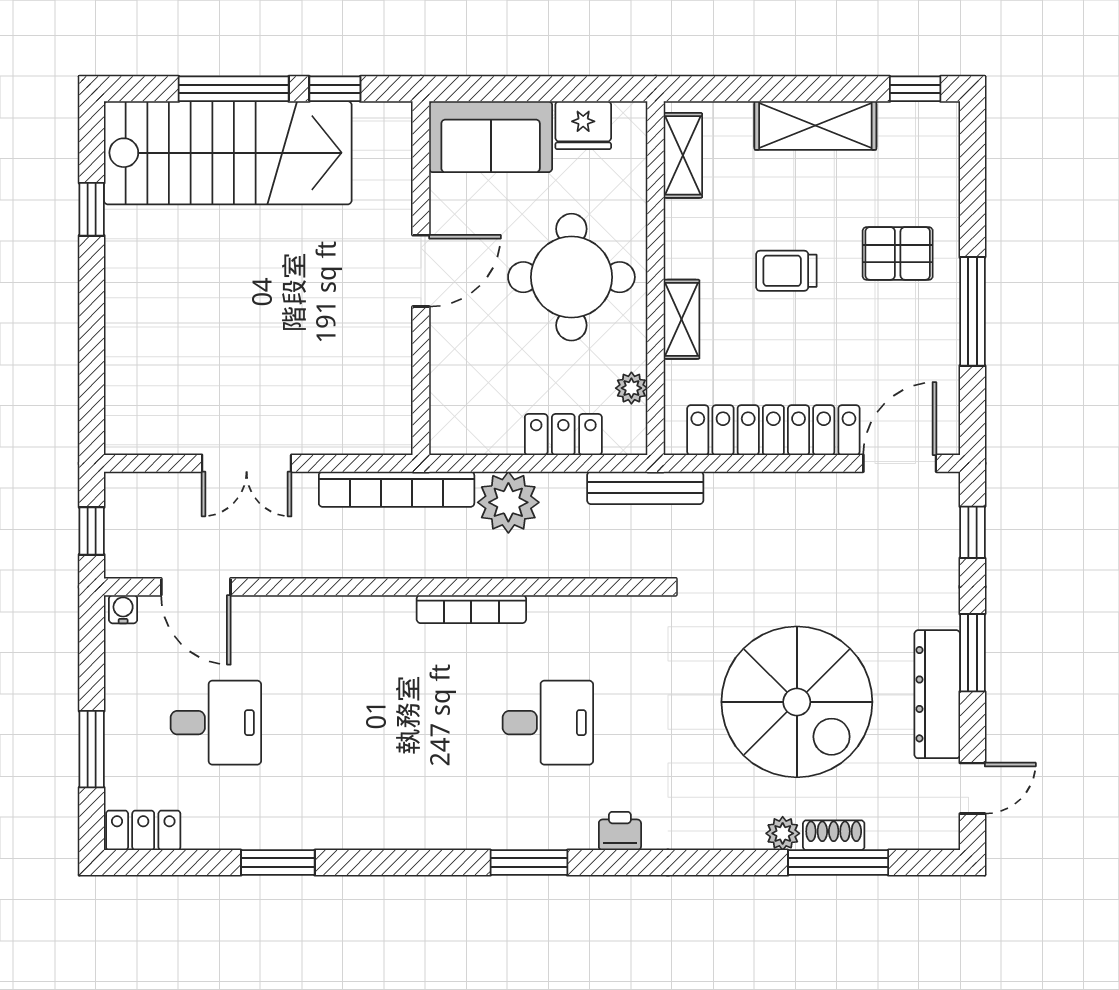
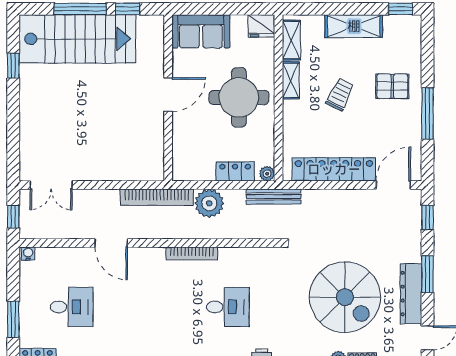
fridge: (583, 125) -> (261, 26), moved
trolley: (786, 271) -> (340, 94), turned 116
shelving: (682, 319) -> (291, 80), moved
plant: (631, 388) -> (267, 174), moved
double door: (247, 463) -> (51, 185), moved
door: (196, 587) -> (111, 243), moved

